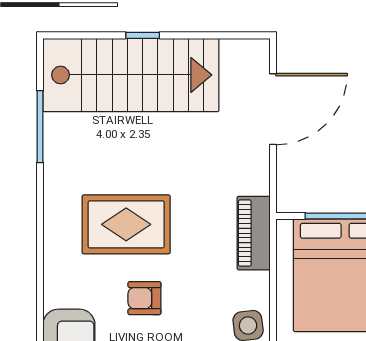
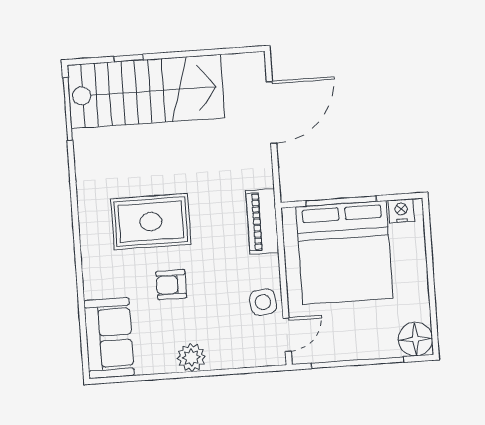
window: (143, 35) -> (129, 58), moved
window: (40, 127) -> (68, 109), moved

